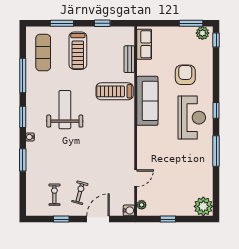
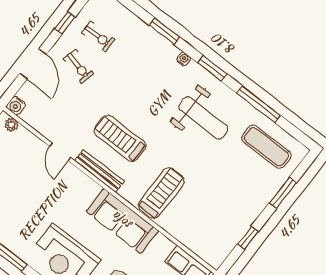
treadmill: (78, 51) -> (120, 138), moved
bench: (129, 59) -> (99, 171), moved, width x1.36
weight bench: (65, 110) -> (203, 118), moved
door: (136, 178) -> (60, 152), moved

